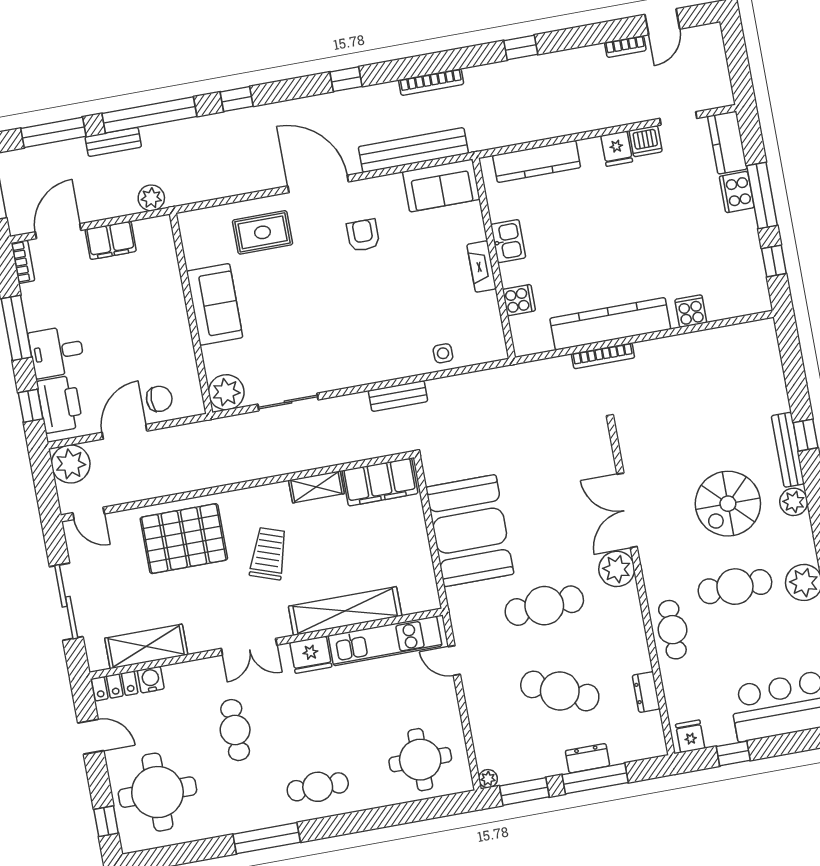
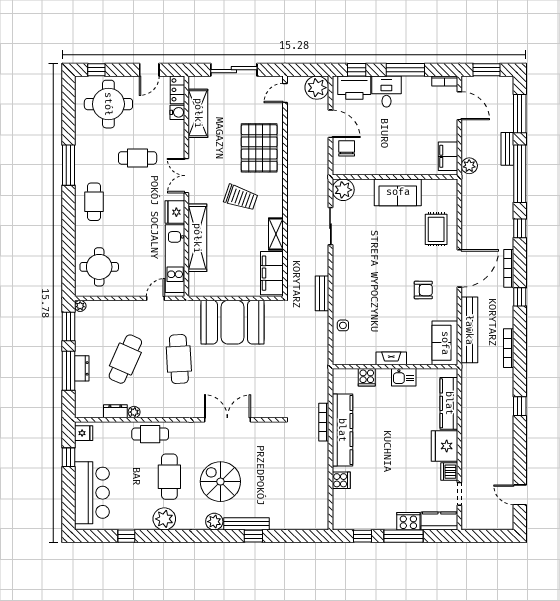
bookcase: (625, 46) -> (509, 268), moved, width x1.56
fridge: (617, 149) -> (444, 446), width x1.88, depth x1.34
filing cabinet: (111, 240) -> (448, 156), moved
chair: (159, 399) -> (347, 148), turned 180
plant: (617, 569) -> (134, 412), moved, width x0.53, depth x0.53

